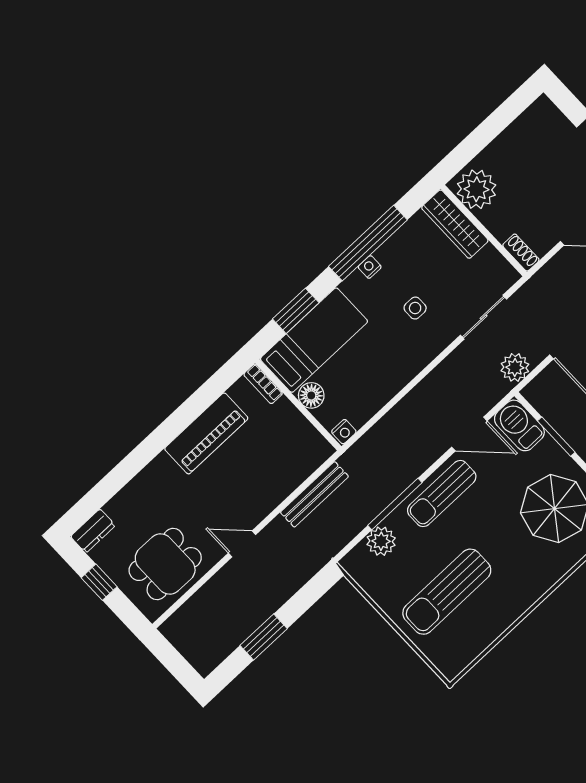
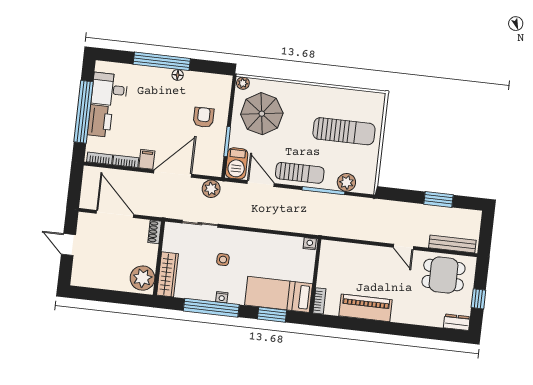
floor lamp: (311, 395) -> (306, 274), removed
bench: (314, 494) -> (452, 244), moved

